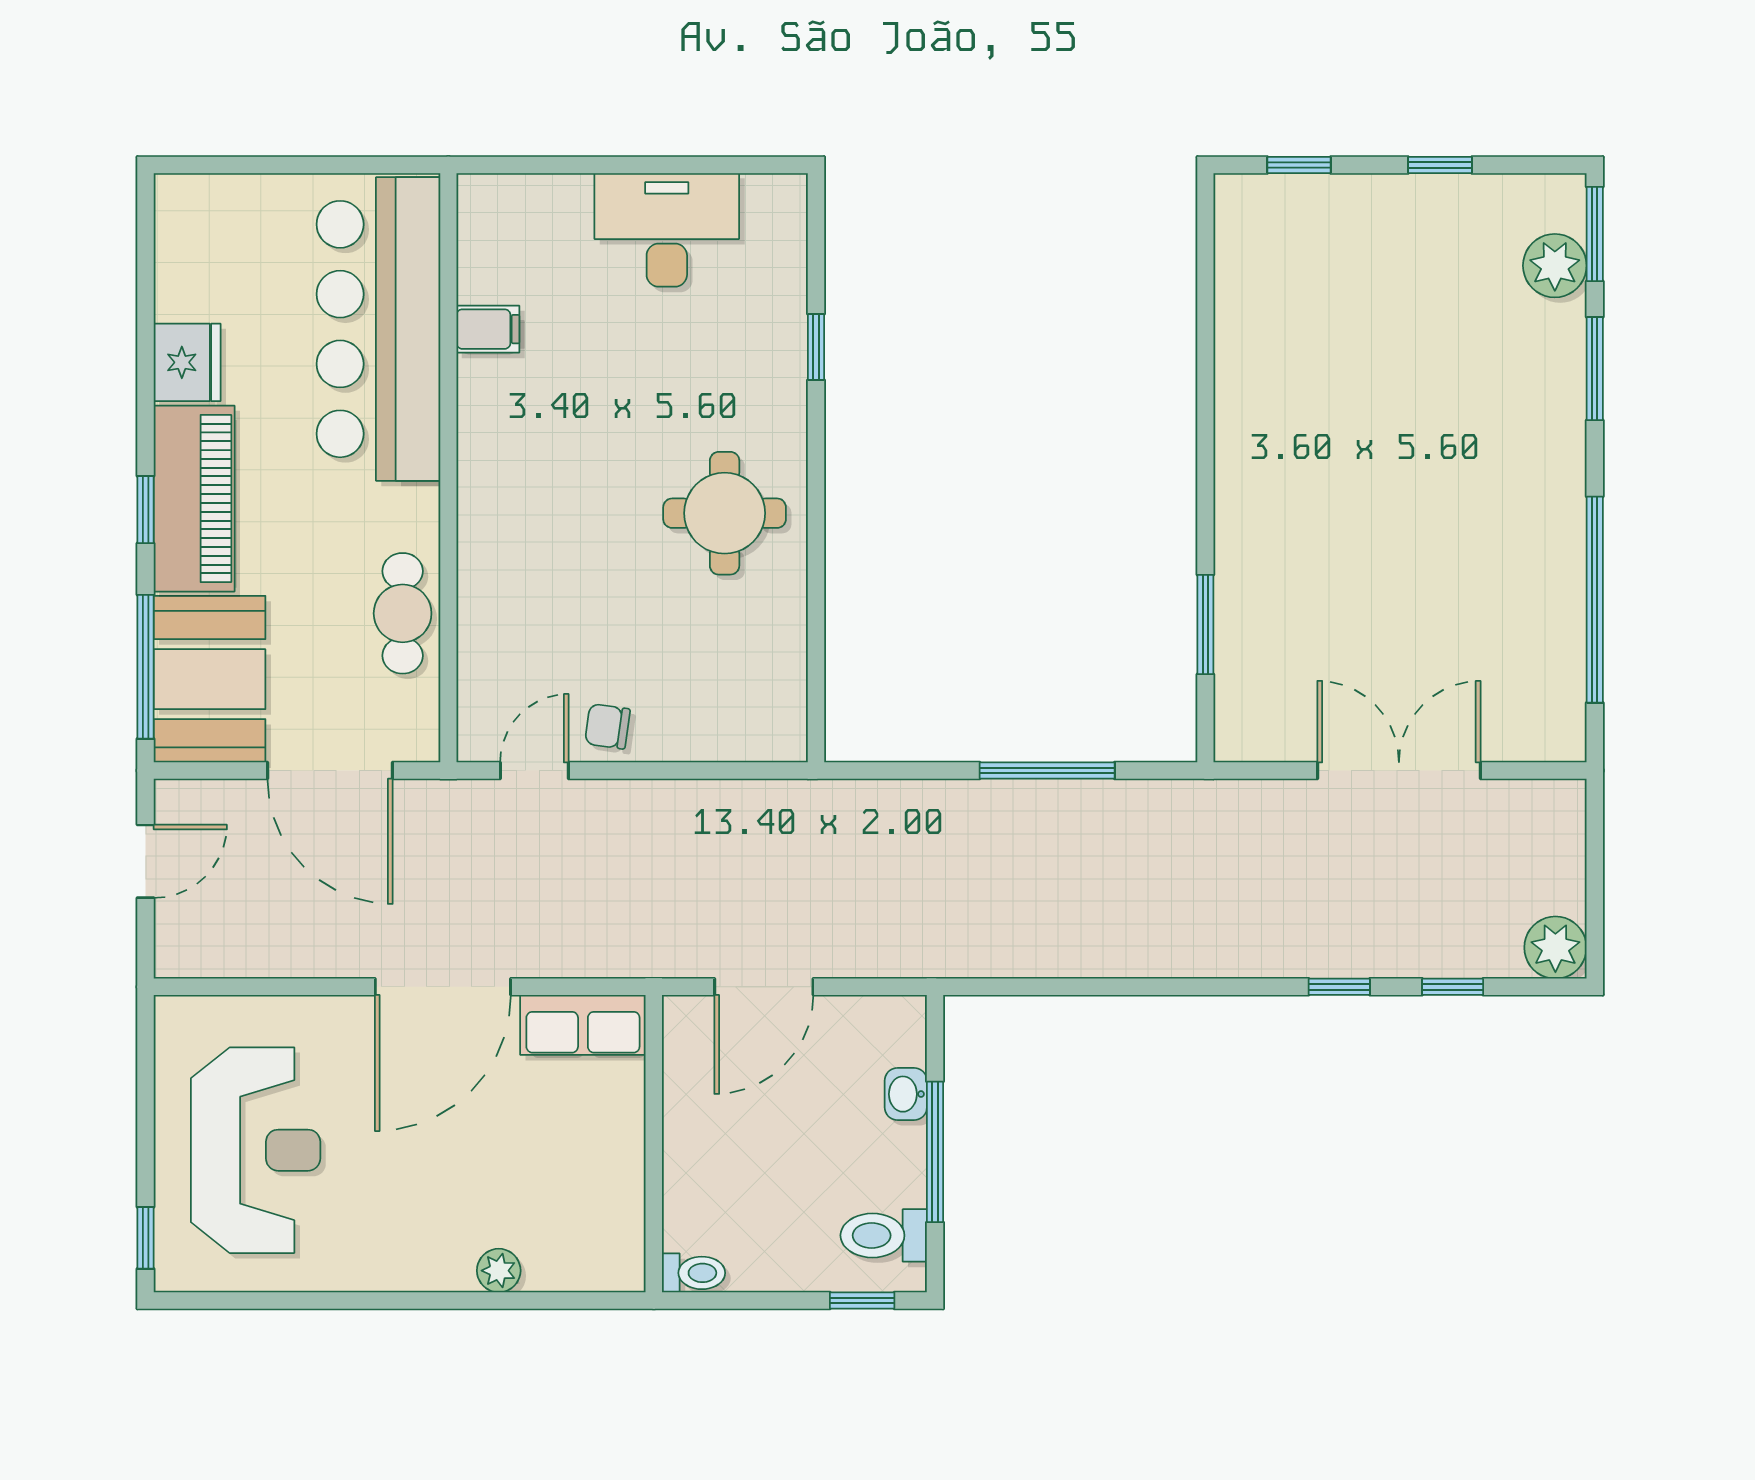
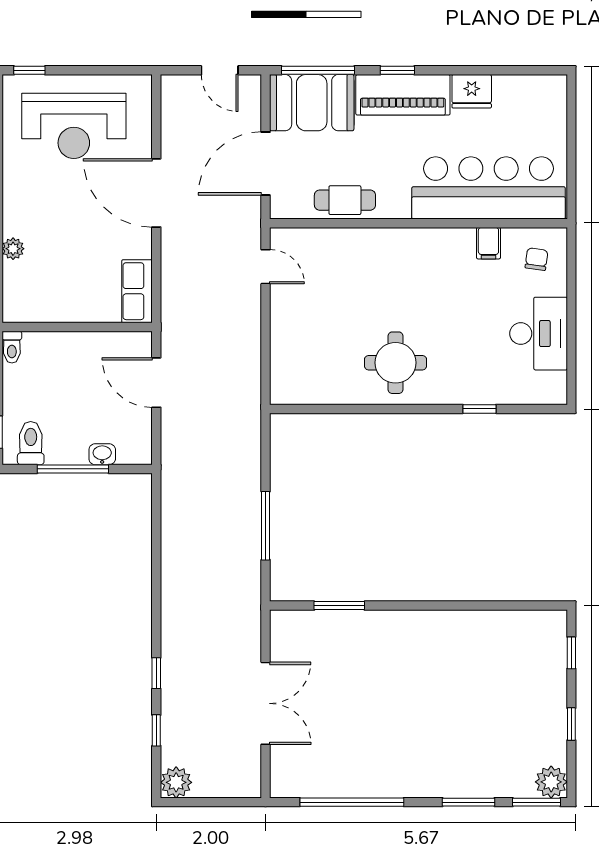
plant: (1555, 266) -> (551, 782), moved
chair: (607, 726) -> (536, 259), moved
door: (443, 987) -> (156, 193), moved

